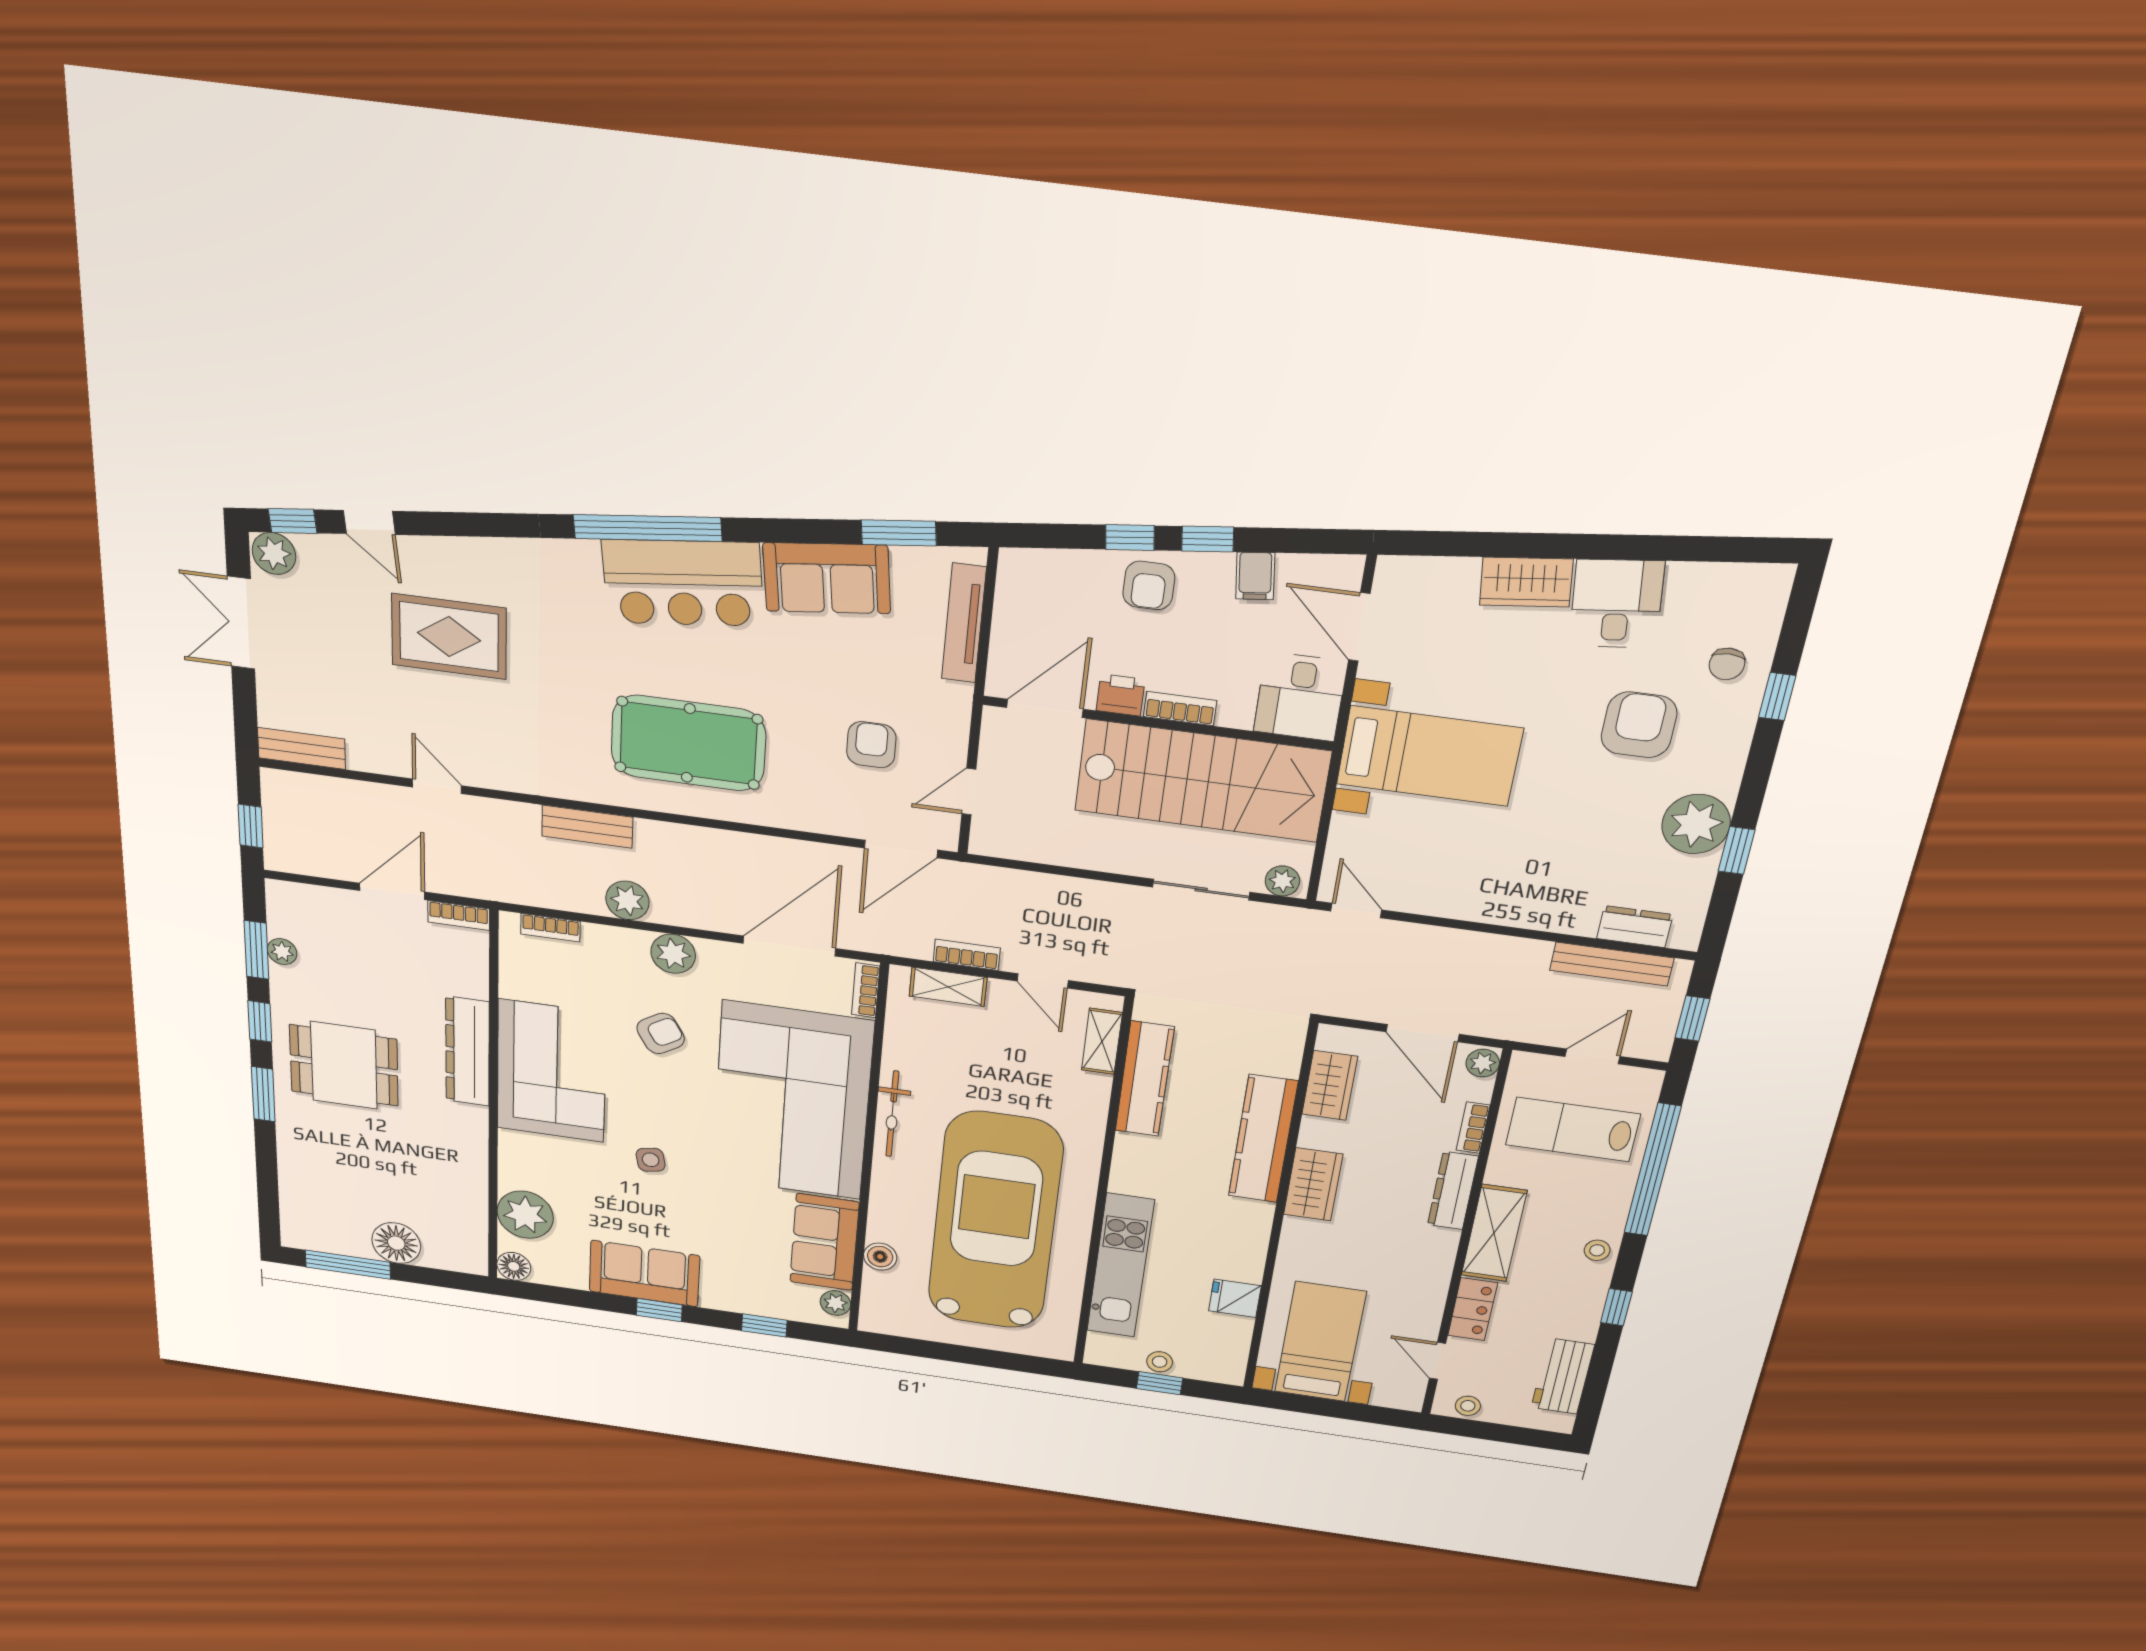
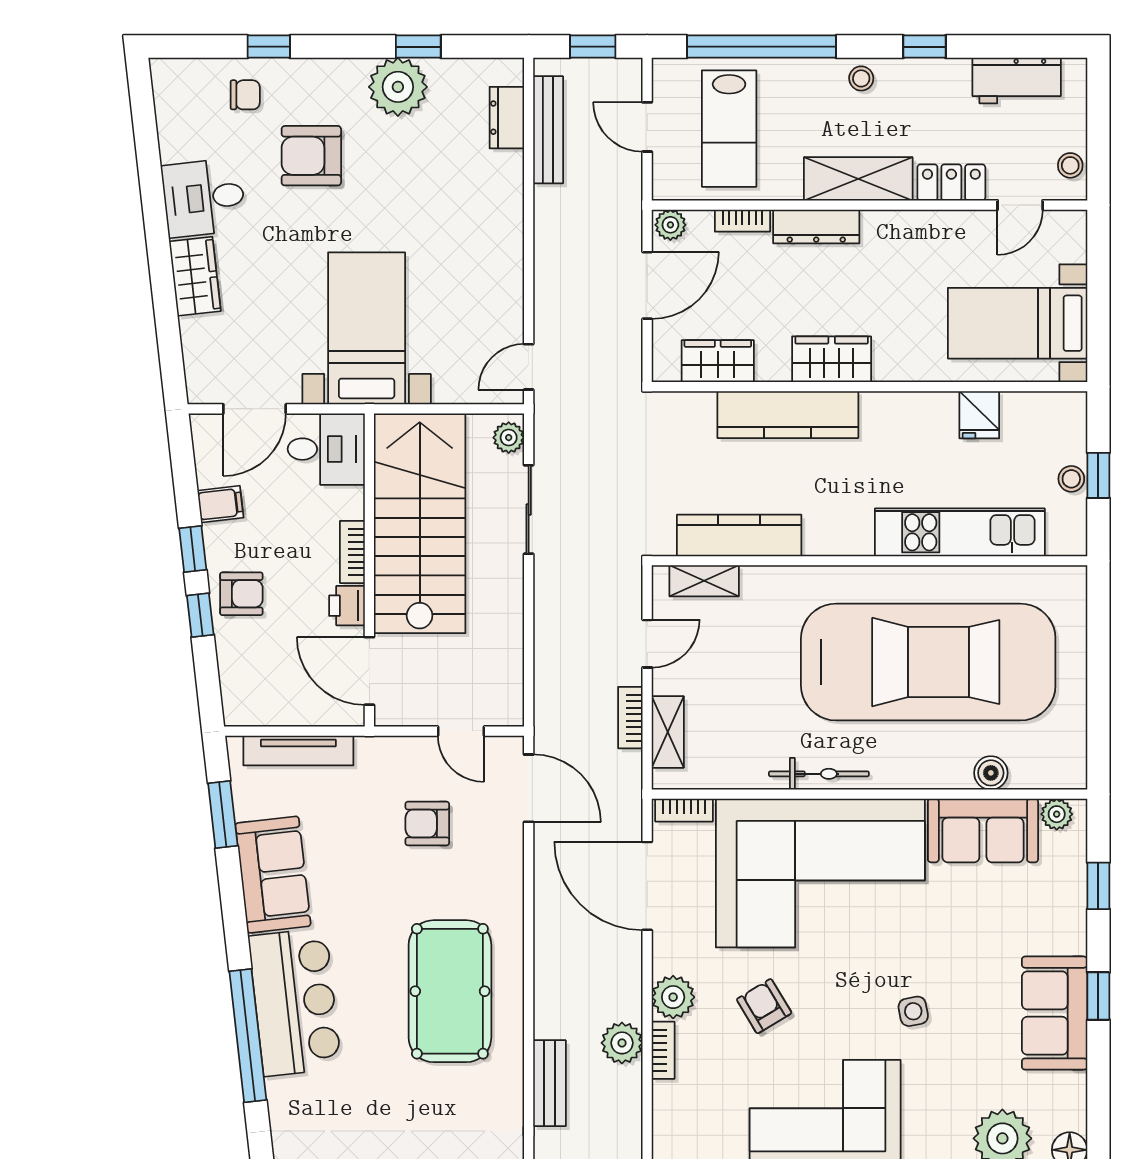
bookcase: (550, 928) -> (663, 1050), moved
car: (995, 1221) -> (928, 662), turned 180

